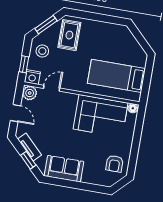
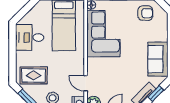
desk: (110, 38) -> (30, 38), added

